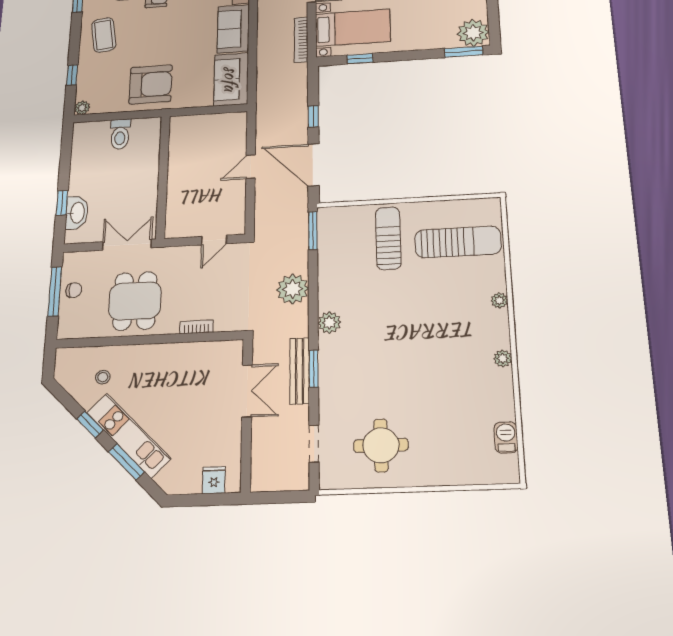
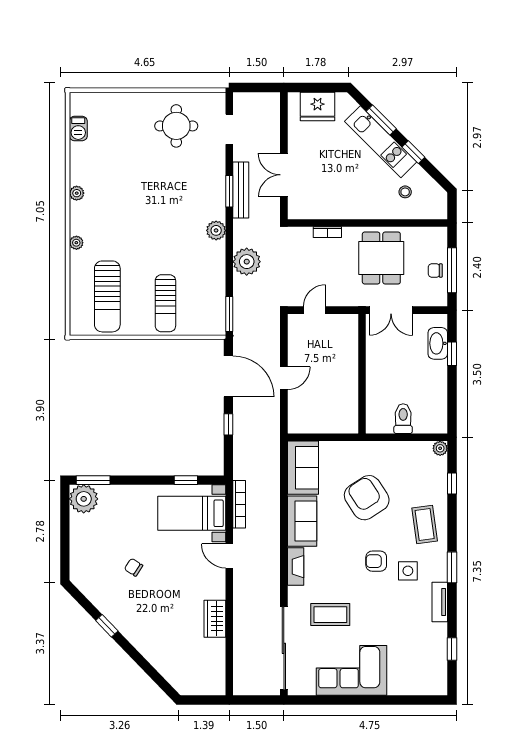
armchair: (151, 84) -> (367, 498), moved, turned 57
sun lounger: (458, 242) -> (107, 296), turned -90
fridge: (214, 480) -> (318, 106), width x1.88, depth x1.34

